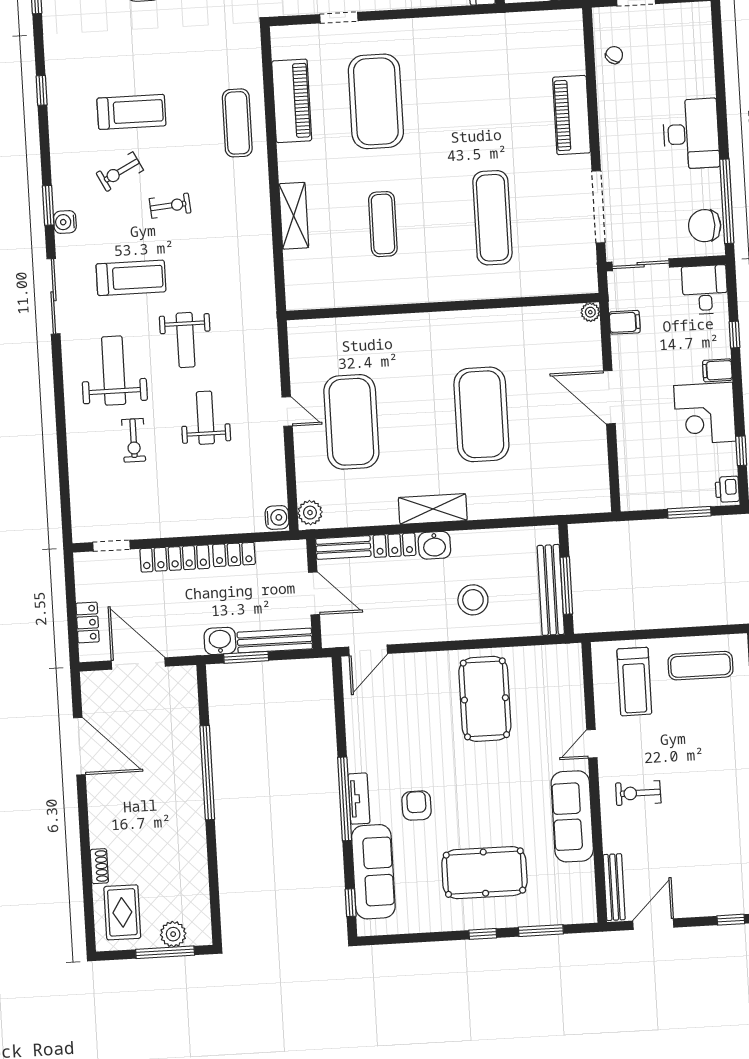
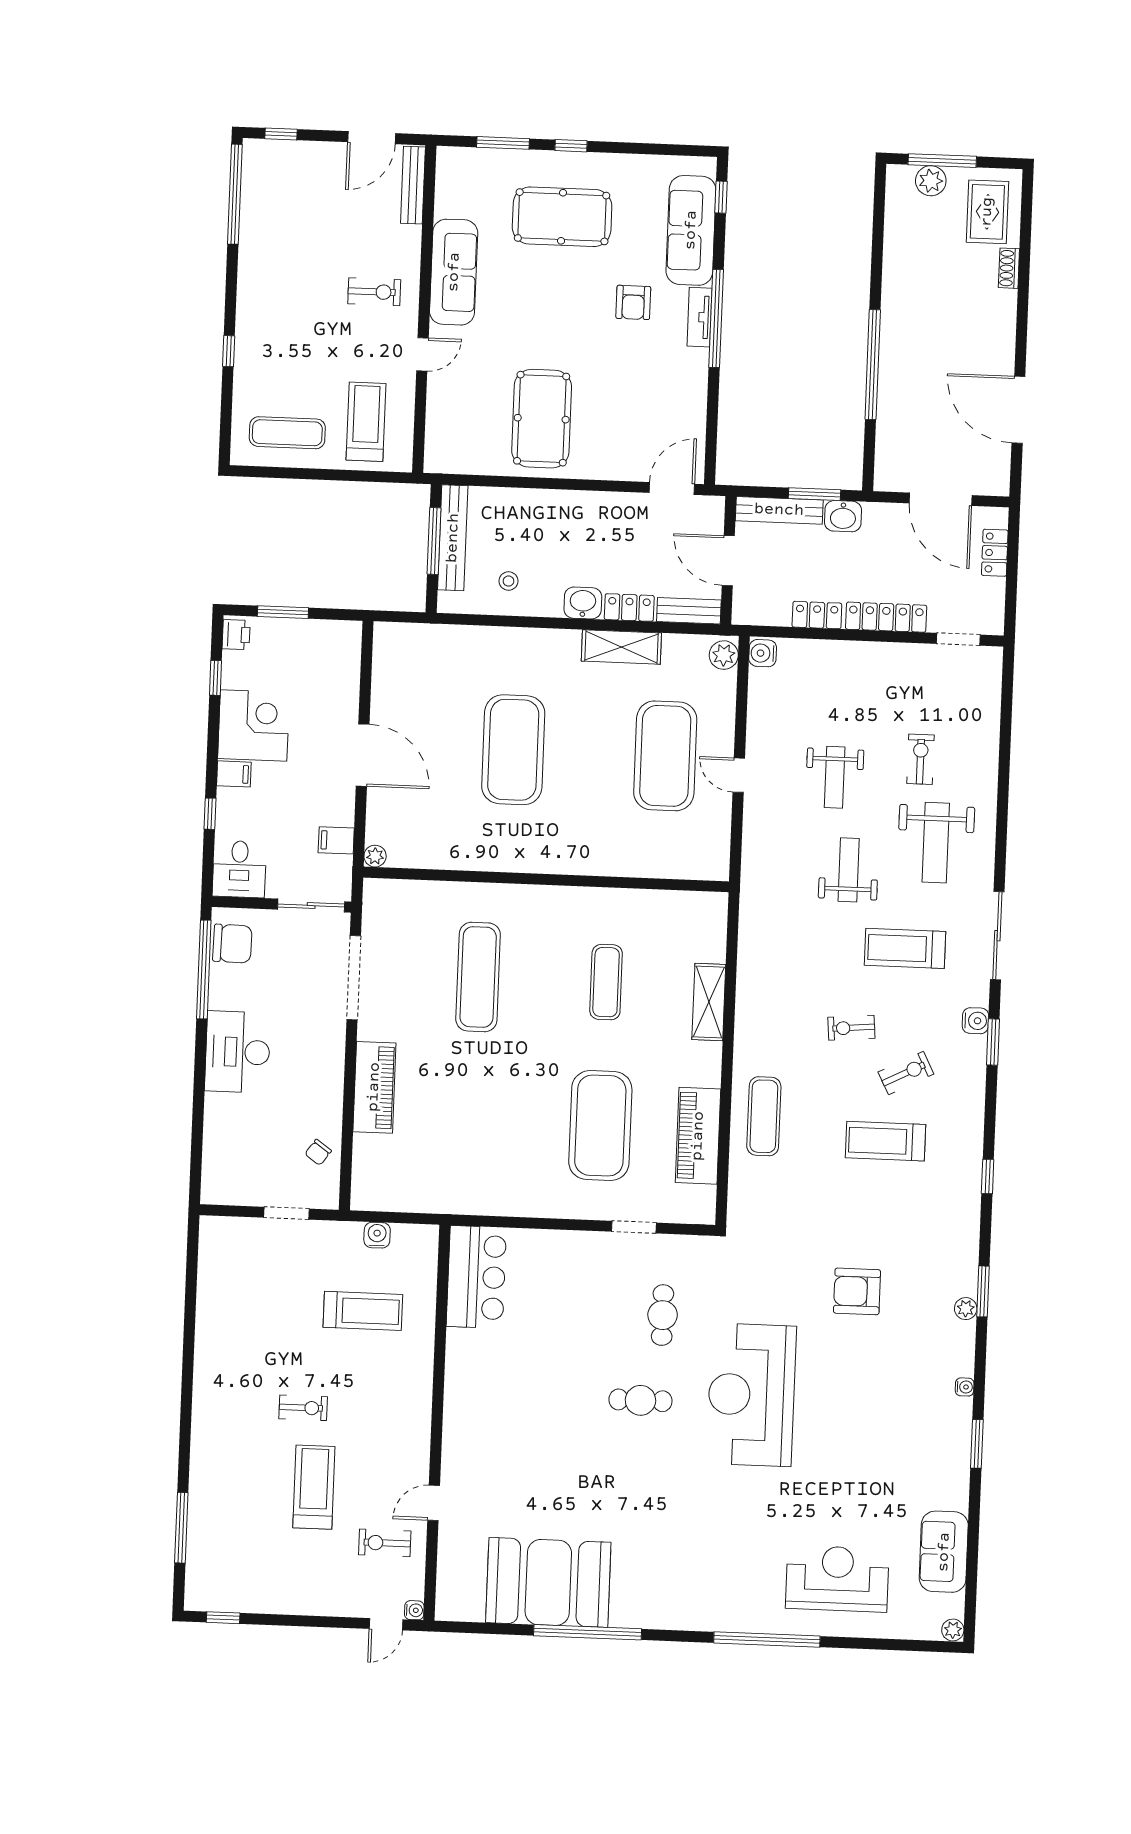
shelving: (433, 509) -> (621, 647), moved
stool: (473, 600) -> (509, 581), moved, width x0.53, depth x0.53

